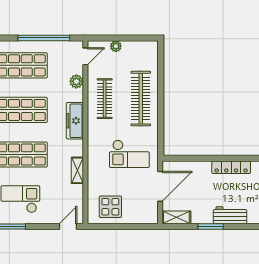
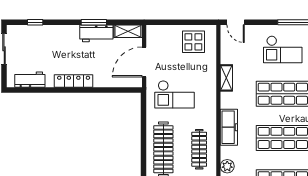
checkout: (129, 154) -> (175, 94), turned 180
workbench: (230, 215) -> (96, 33), moved
door: (68, 226) -> (236, 22), hinge flipped

